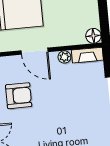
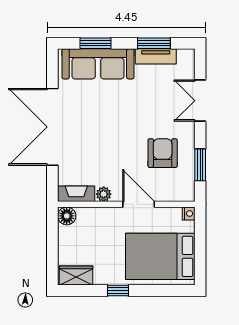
armchair: (19, 96) -> (163, 153), turned 90

